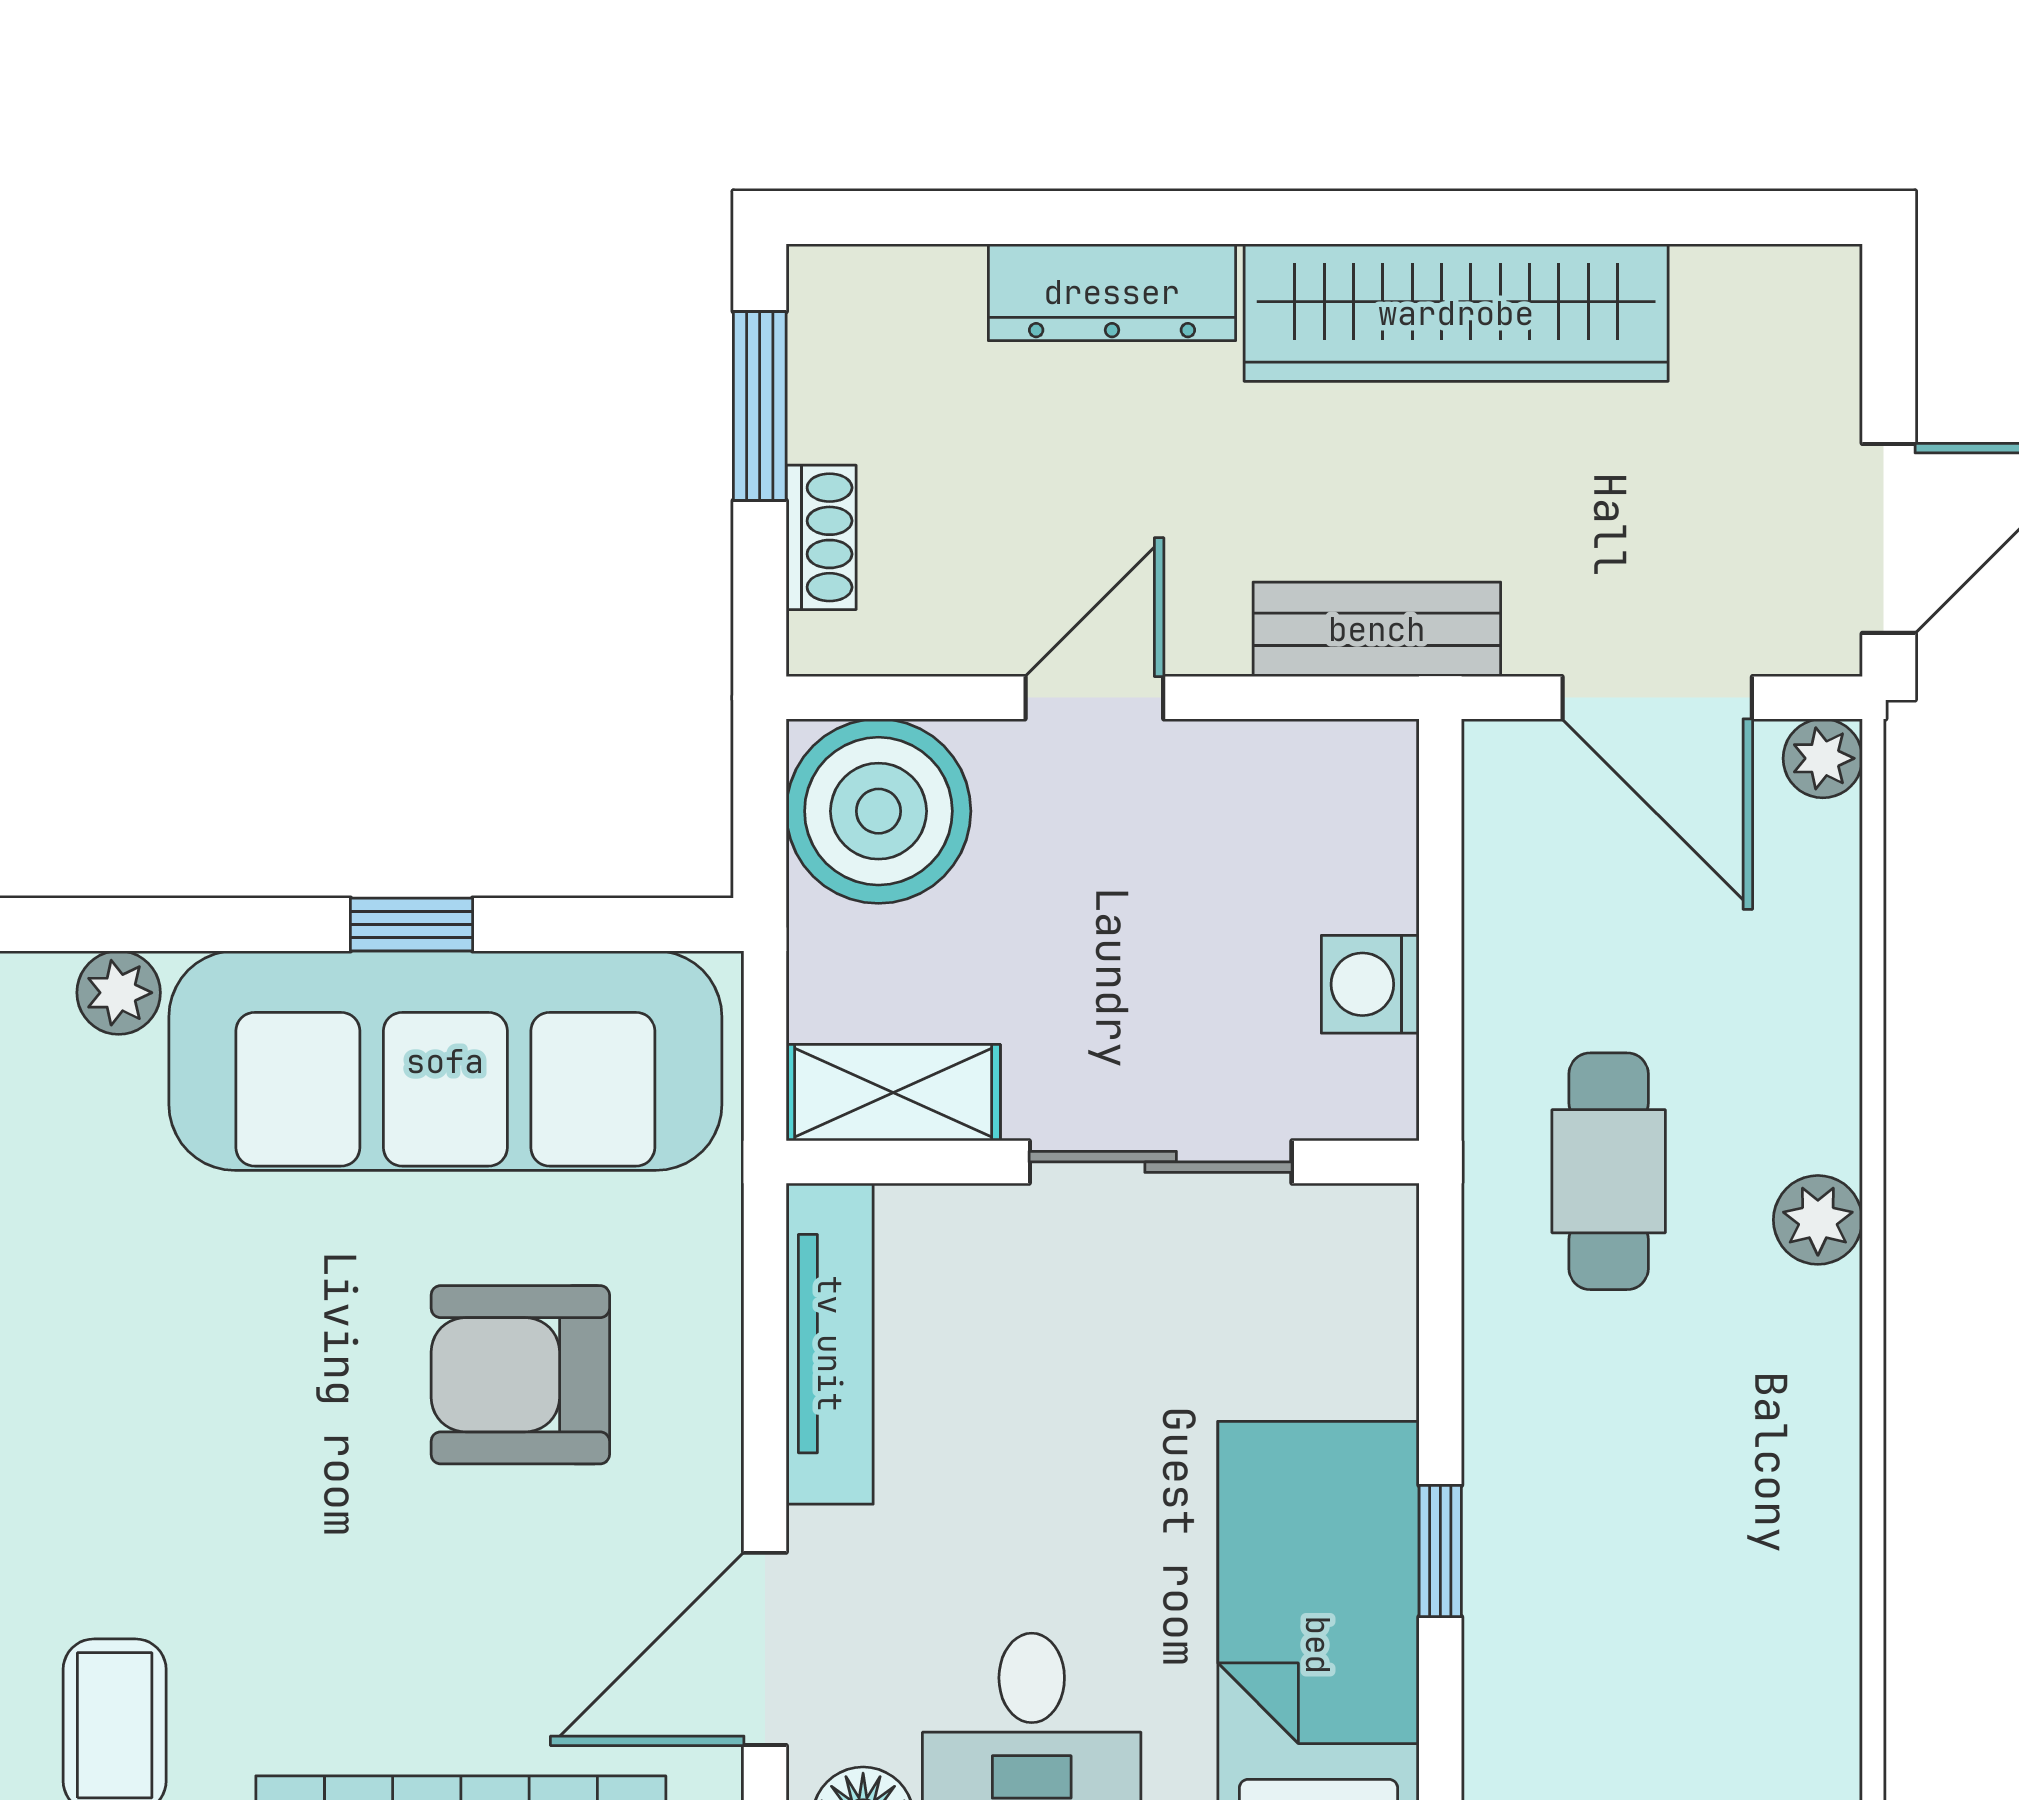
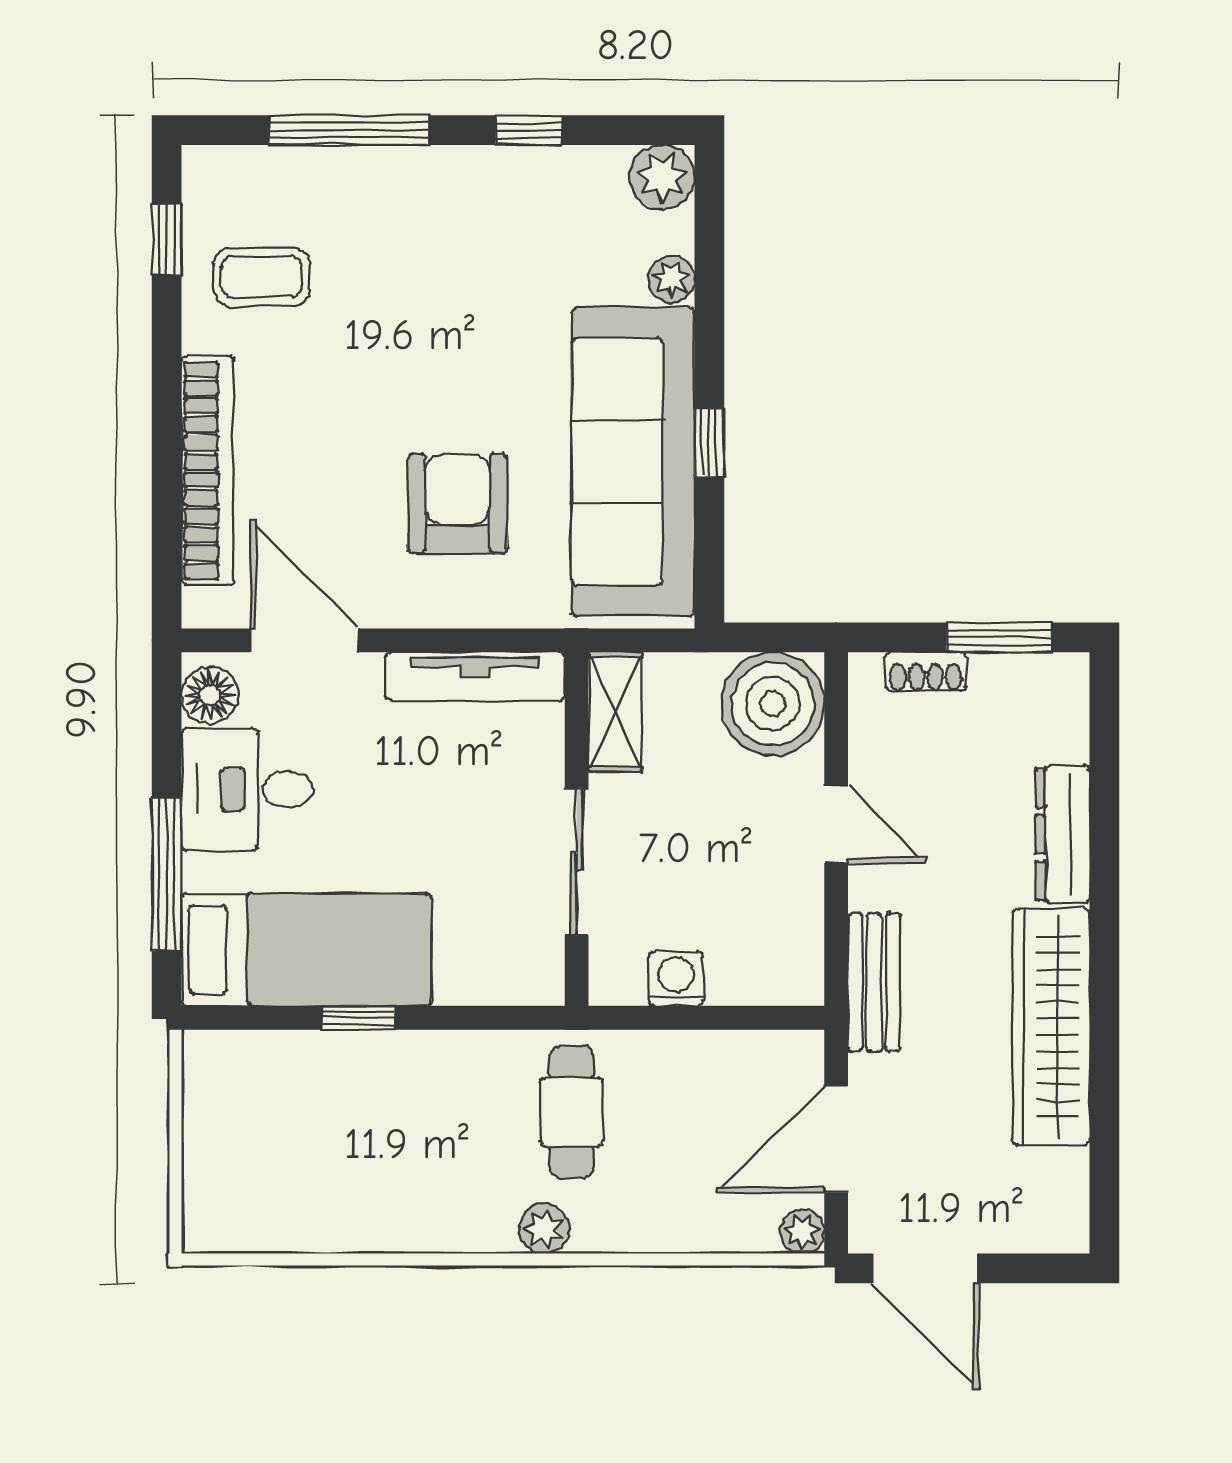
cafe table: (1609, 1171) -> (571, 1112), turned 90

